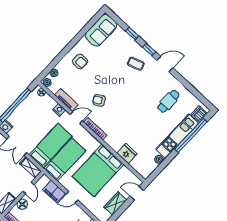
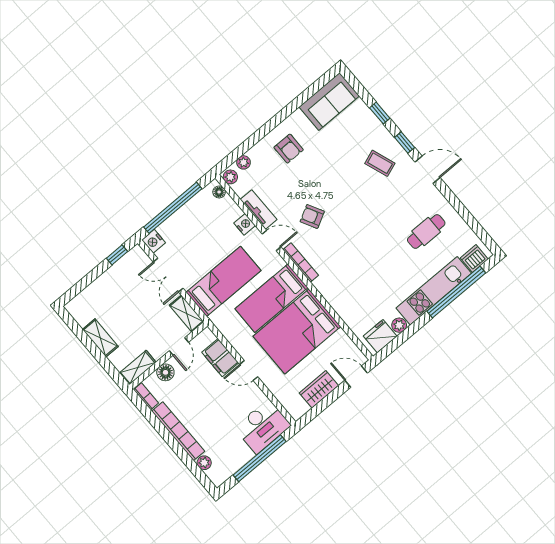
fridge: (127, 154) -> (380, 336), moved, turned -90
bed: (65, 160) -> (271, 298), moved, turned 180

